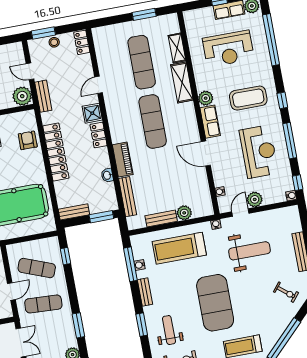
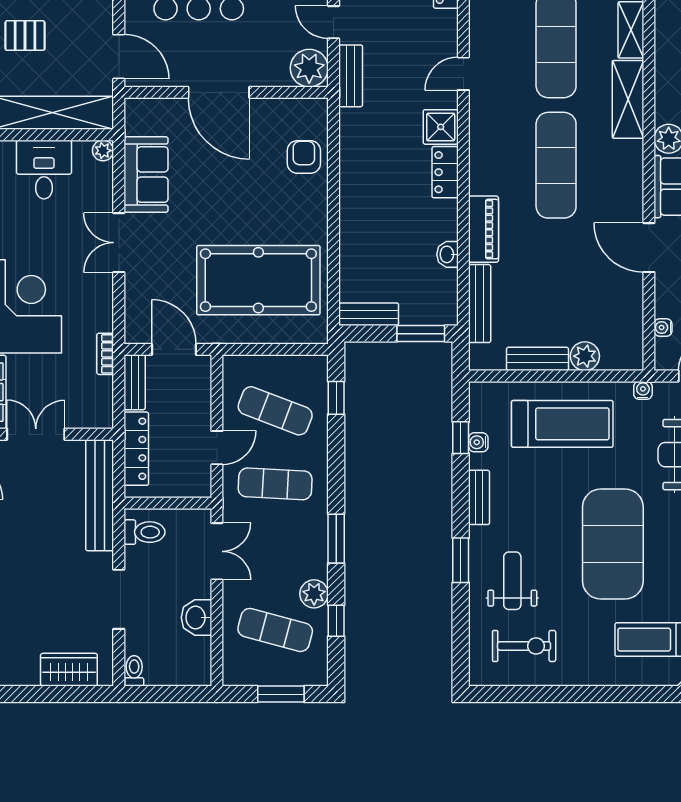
locker: (56, 152) -> (355, 190), removed
treadmill: (179, 248) -> (562, 424), turned 180
window: (130, 264) -> (461, 438), width x0.46

